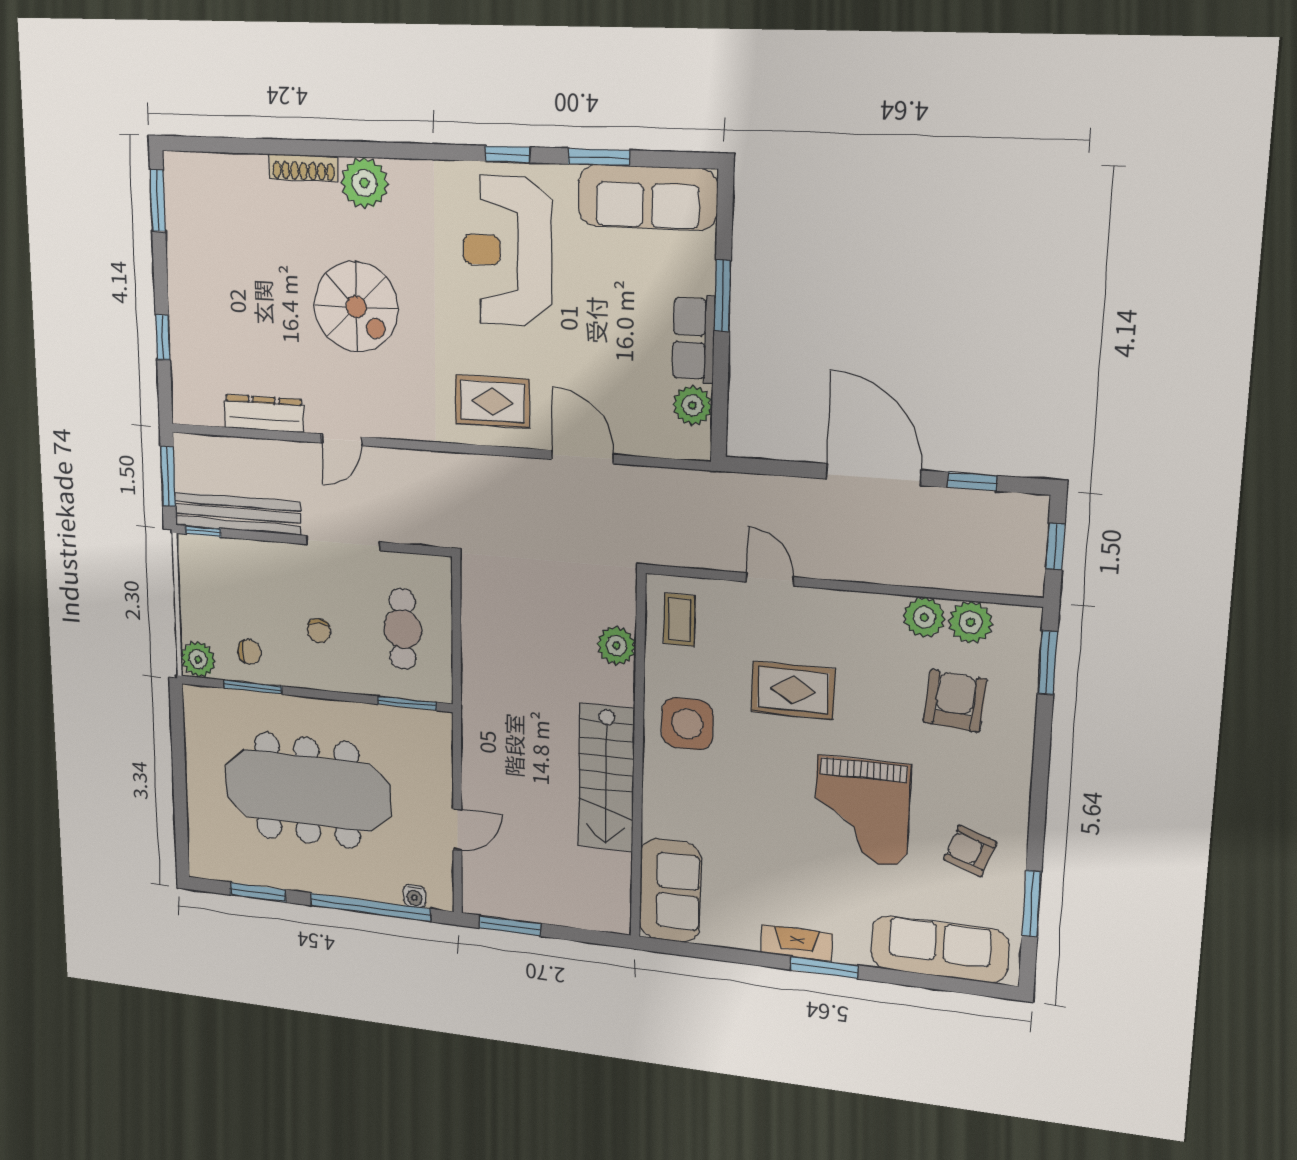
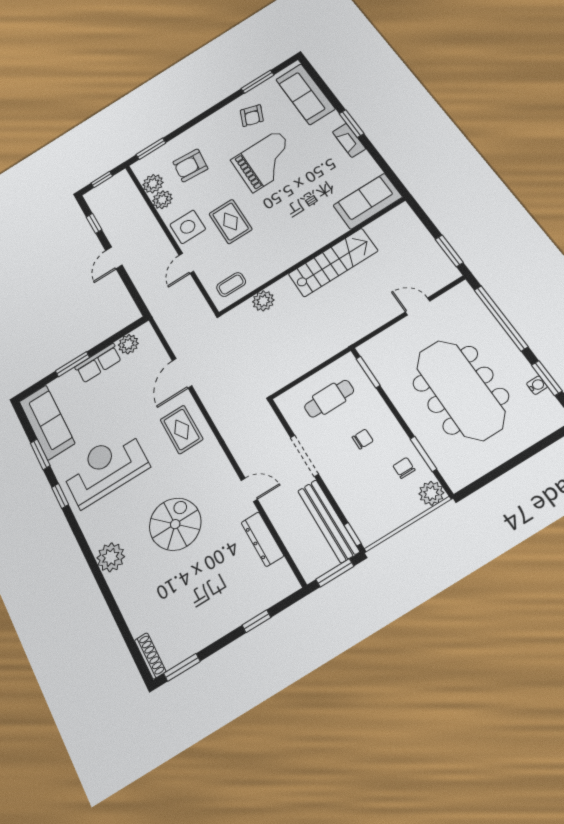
shoe rack: (304, 168) -> (150, 656), moved
reception desk: (507, 251) -> (105, 468), turned 180
door: (874, 475) -> (114, 258), width x0.53
side table: (687, 724) -> (188, 227), moved
water cooler: (415, 896) -> (537, 385), moved

